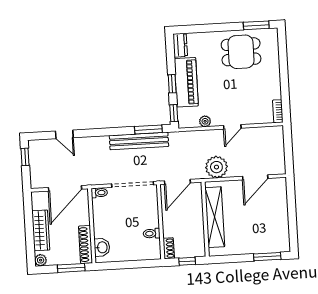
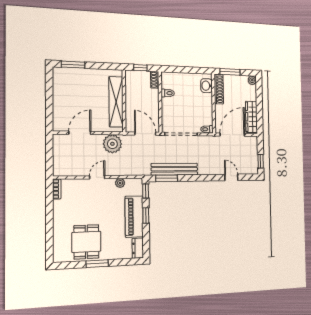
window: (256, 25) -> (97, 264), moved
dining table: (241, 52) -> (86, 242), turned 90
door: (177, 182) -> (145, 134), hinge flipped
wardrobe: (41, 230) -> (251, 117), moved

